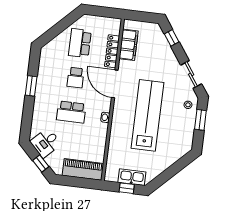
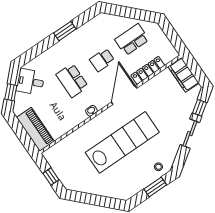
filing cabinet: (129, 45) -> (183, 75), moved, turned 90
sliding door: (191, 74) -> (190, 134), moved
kitchen sink: (132, 177) -> (63, 173), removed

